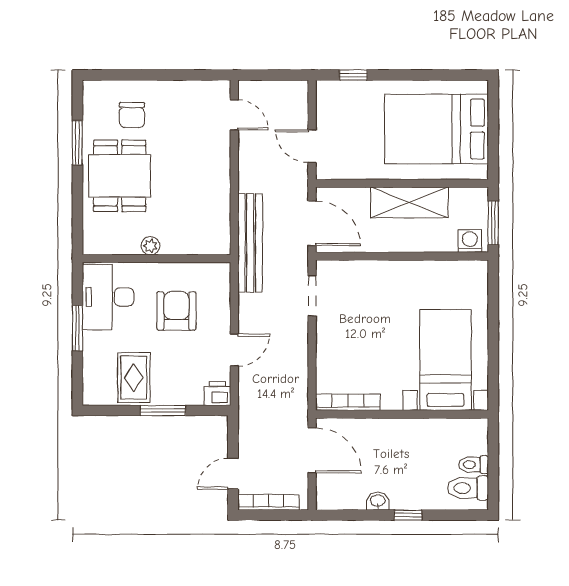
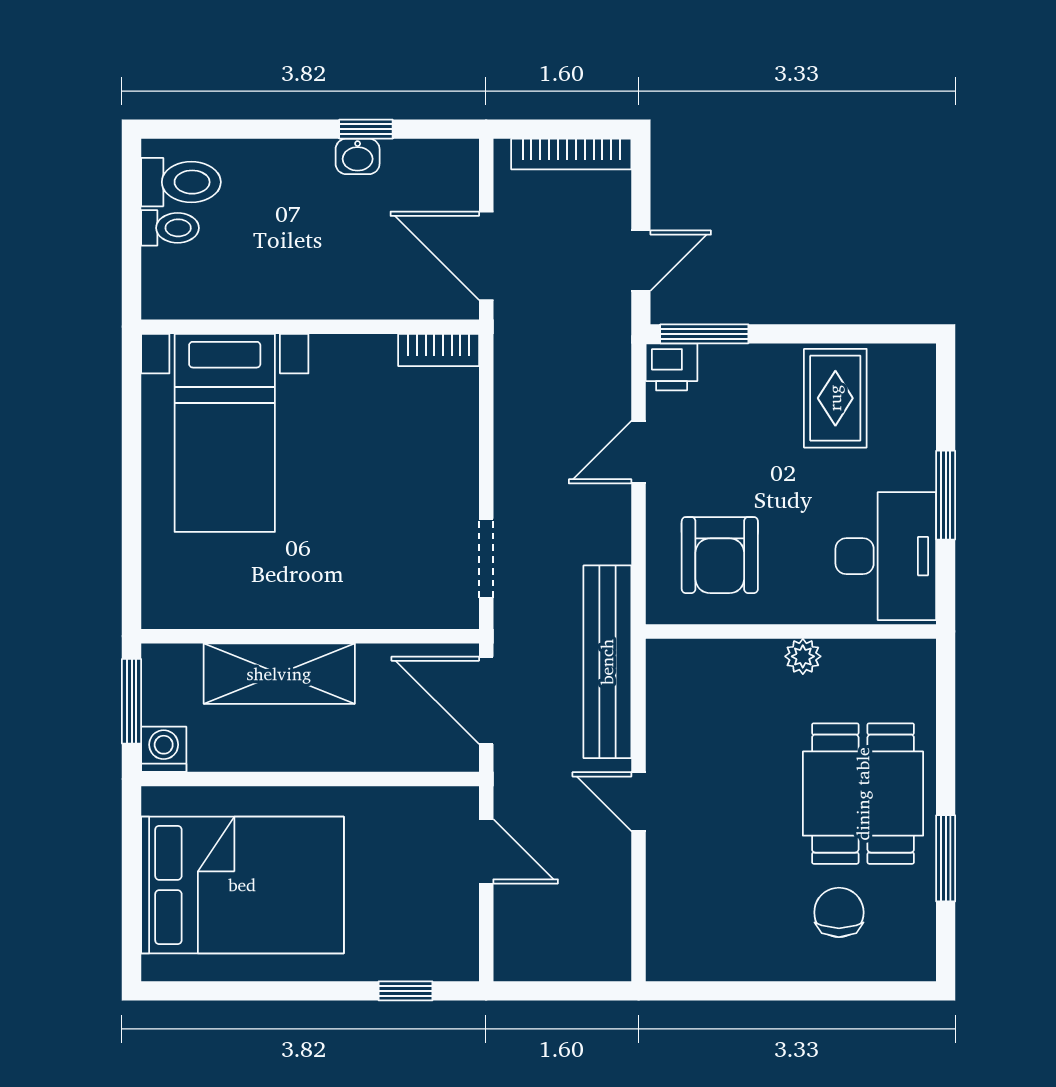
door: (234, 115) -> (639, 802), moved
shelving: (409, 202) -> (279, 674), moved
washing machine: (470, 241) -> (164, 749), moved, turned 180
armchair: (176, 311) -> (720, 555), moved
bookcase: (348, 402) -> (439, 350), width x0.64
window: (163, 410) -> (704, 334), moved
door: (233, 474) -> (641, 261), moved
window: (408, 515) -> (366, 129), moved

